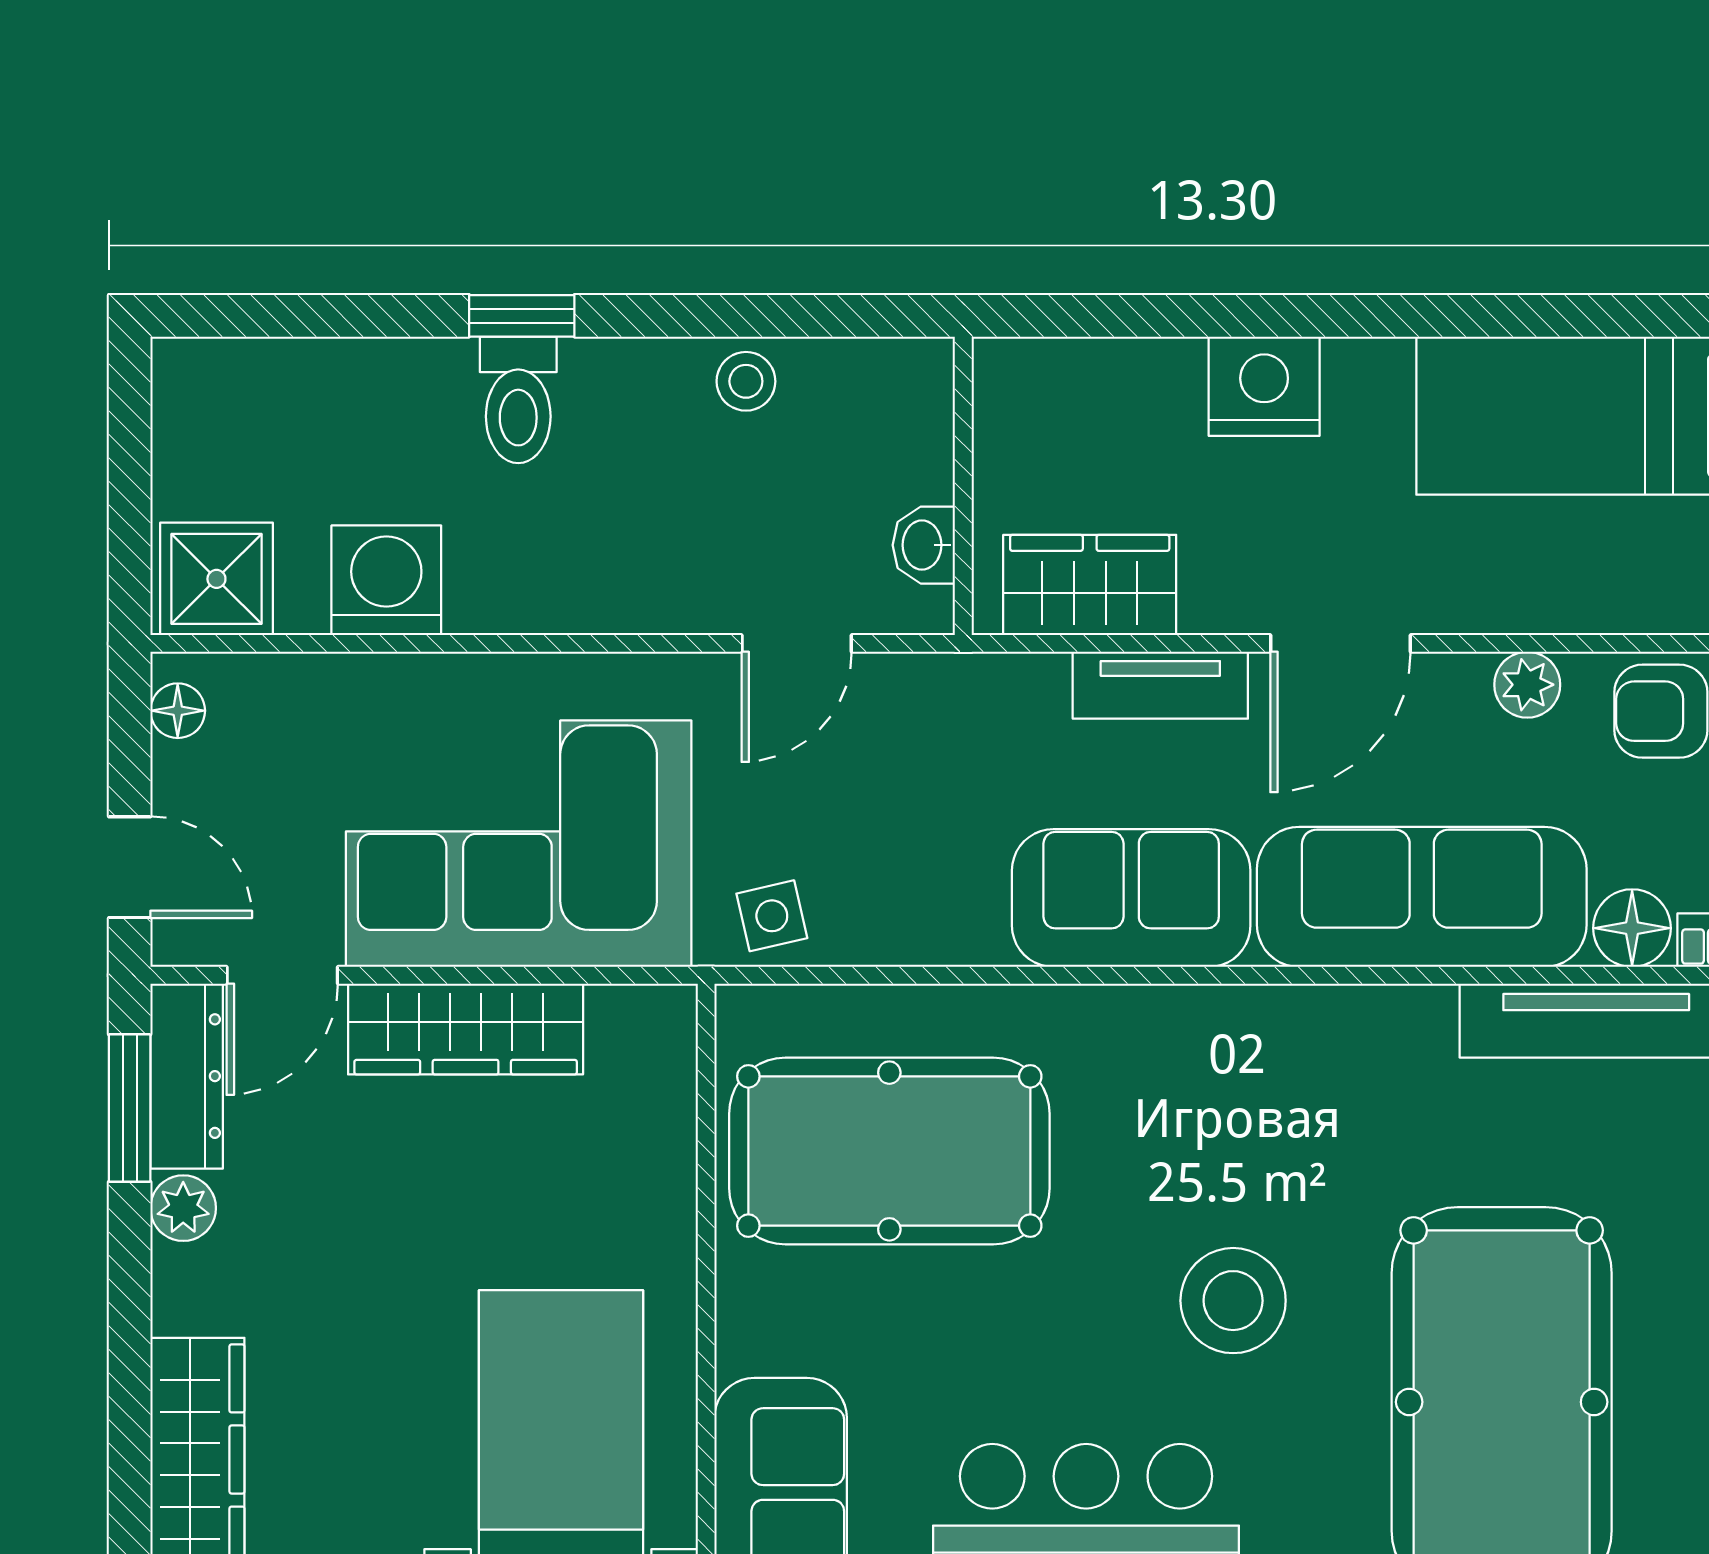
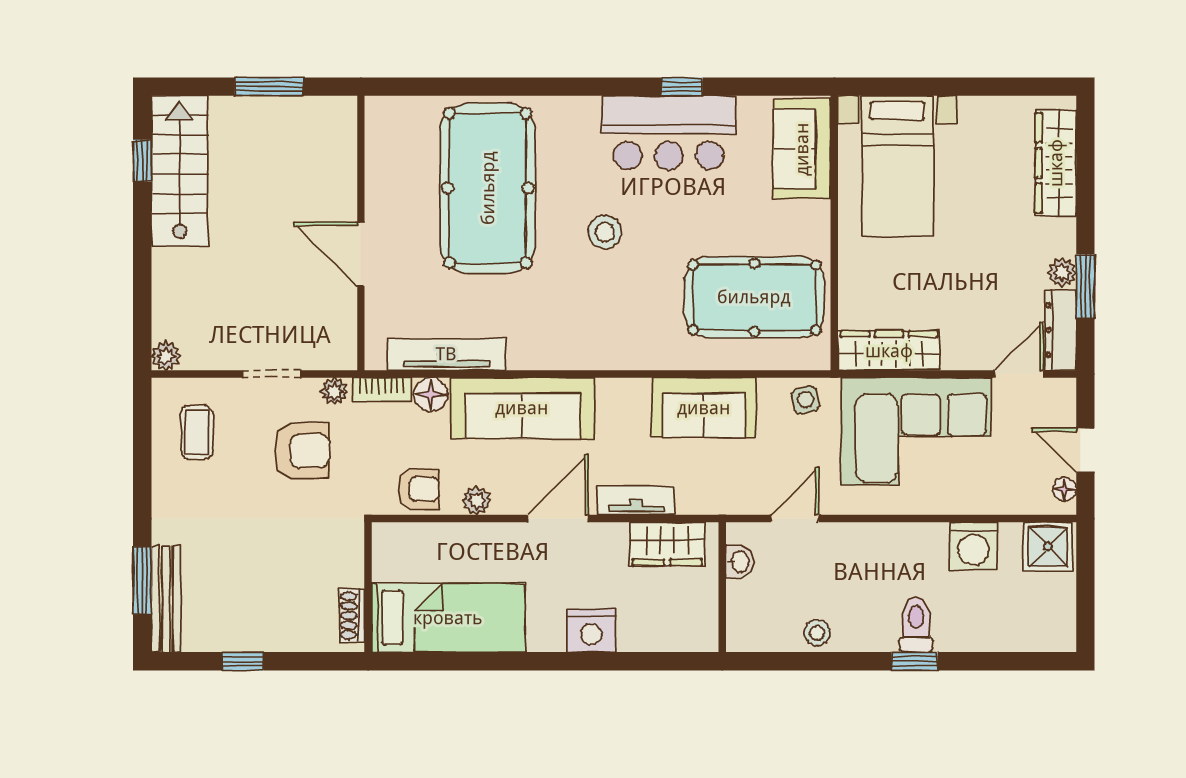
door: (130, 867) -> (1085, 450), moved
sofa: (1131, 898) -> (704, 408), moved
wardrobe: (466, 1029) -> (889, 351), moved
window: (130, 1108) -> (1085, 286), moved
stool: (1233, 1301) -> (605, 232), width x0.73, depth x0.73

